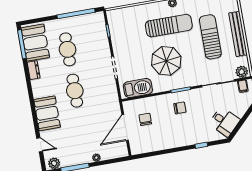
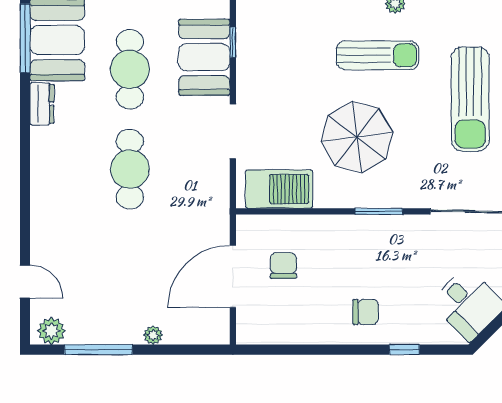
sun lounger: (169, 26) -> (378, 55), width x0.73, depth x0.75
sun lounger: (210, 37) -> (470, 99), turned 180
chair: (180, 108) -> (366, 312), moved
booth: (47, 113) -> (204, 57), moved

